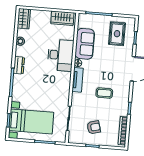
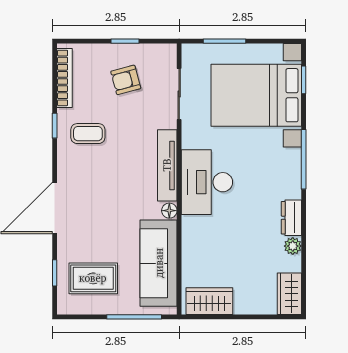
rug: (117, 34) -> (93, 278), turned 90
sofa: (85, 44) -> (159, 263), width x1.36
desk: (60, 55) -> (207, 182), moved
dresser: (19, 65) -> (291, 218), moved
tv unit: (78, 80) -> (167, 165), width x1.41
coffee table: (104, 93) -> (88, 134), moved
bed with nightstands: (31, 121) -> (256, 95), width x1.36

